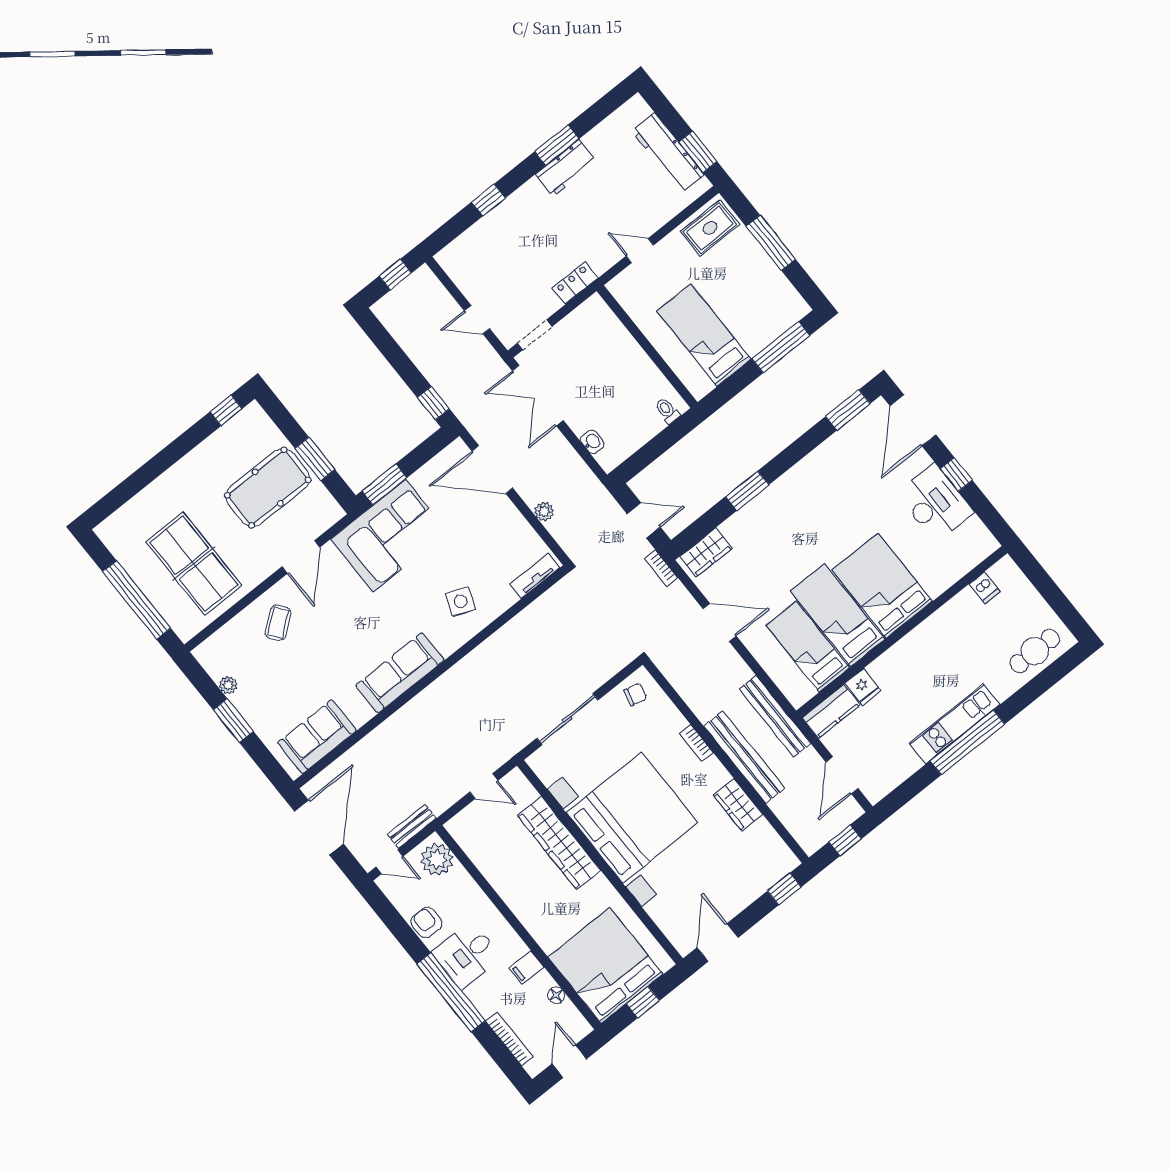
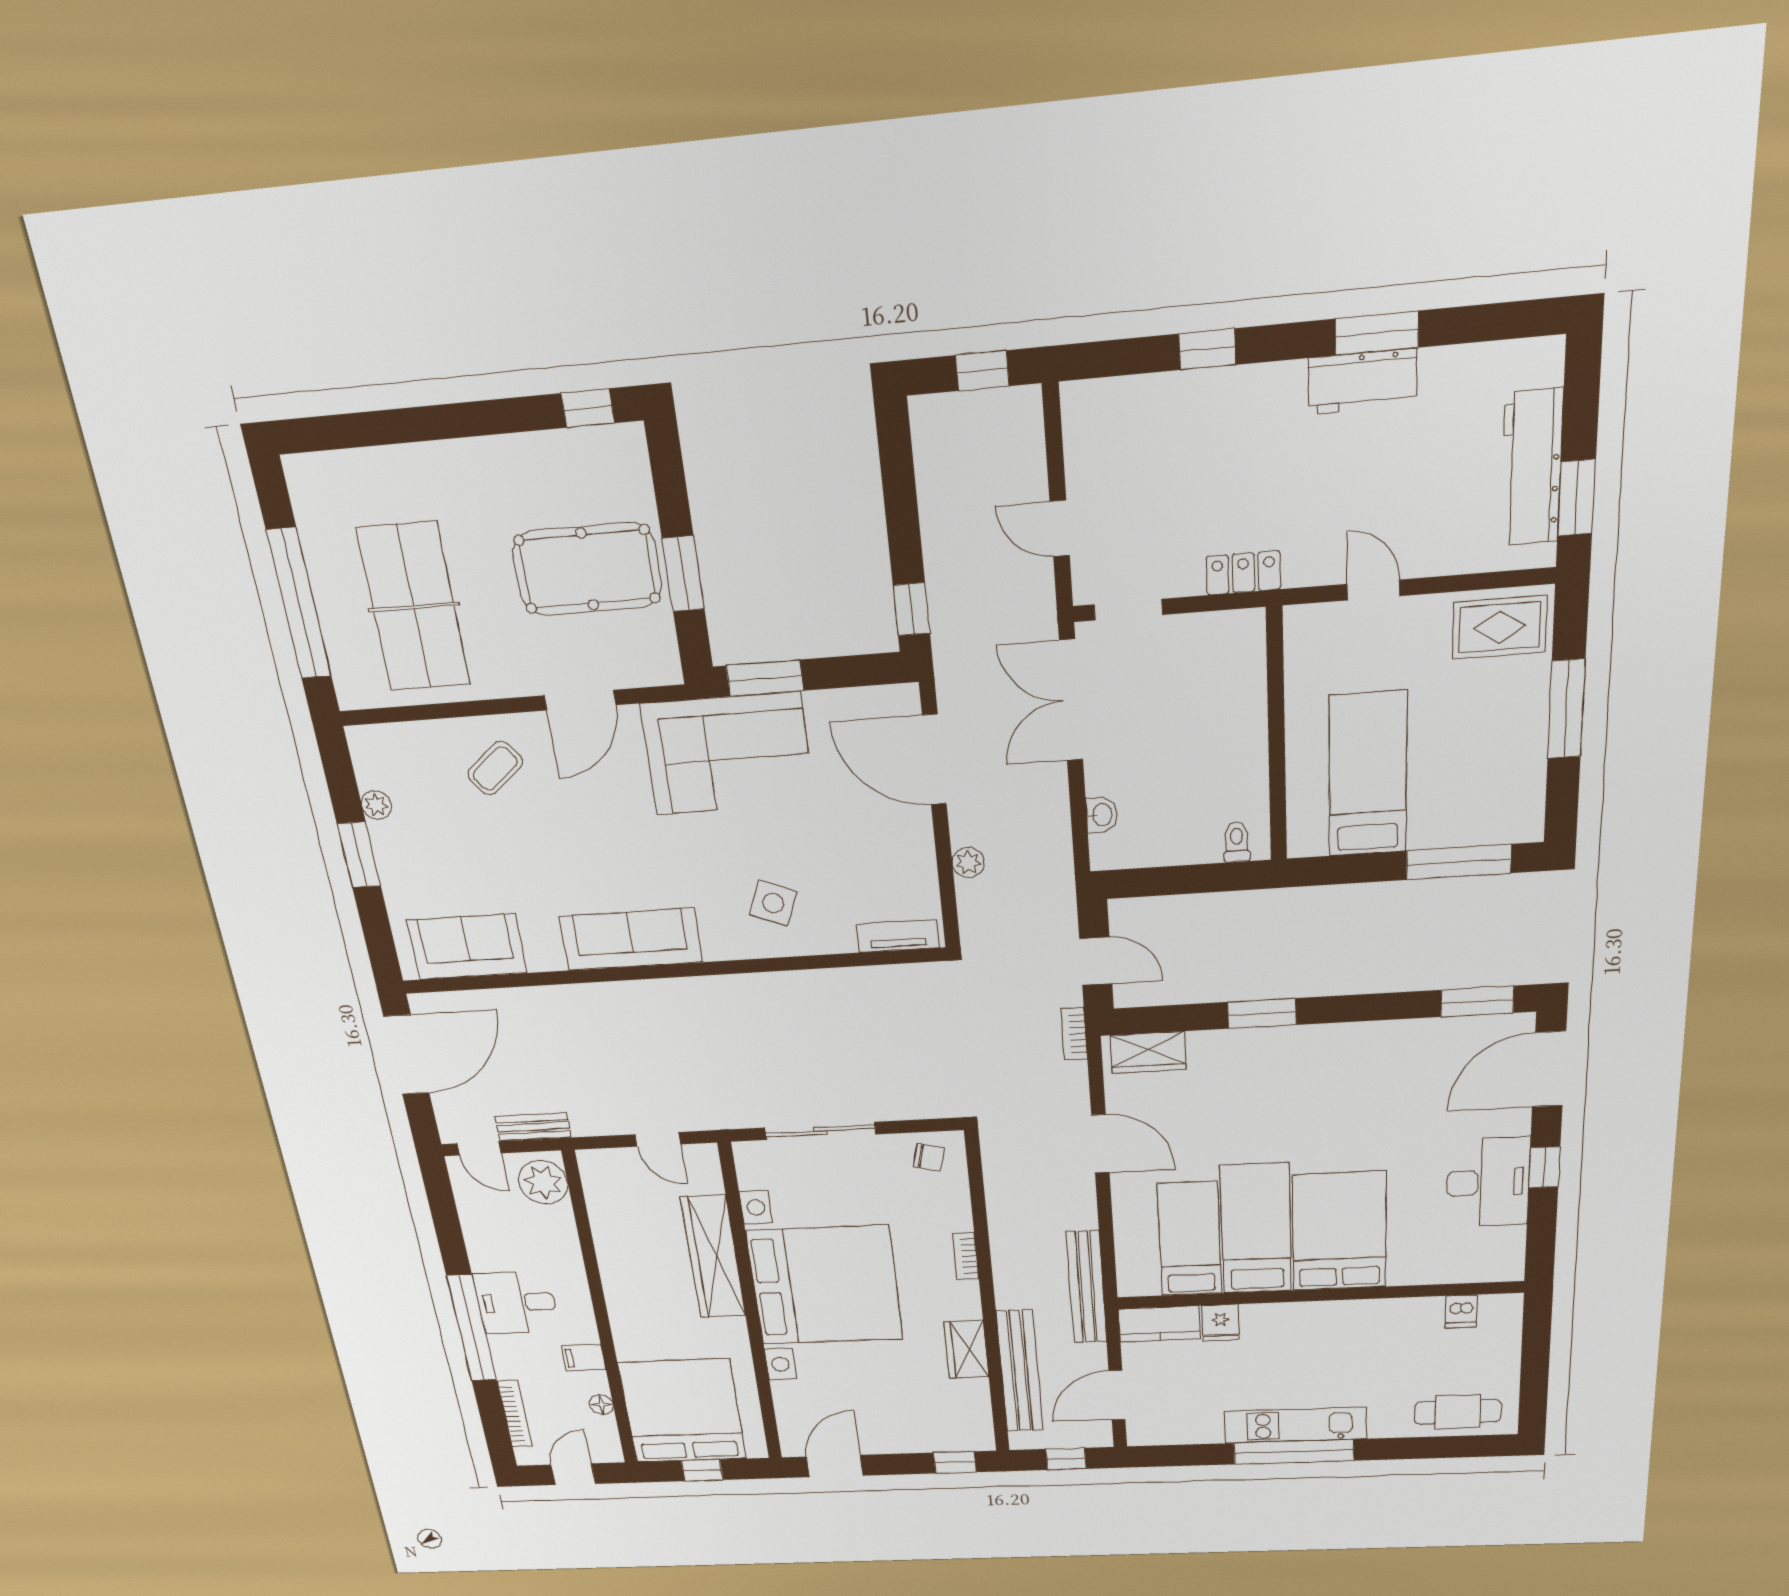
bench: (744, 757) -> (1020, 1371), moved
armchair: (426, 922) -> (486, 1241), removed

